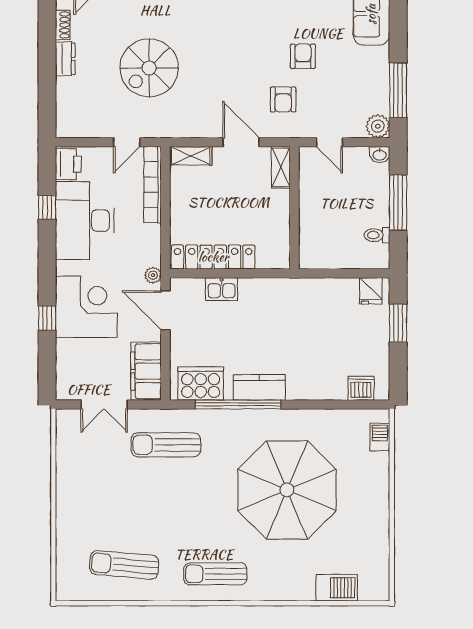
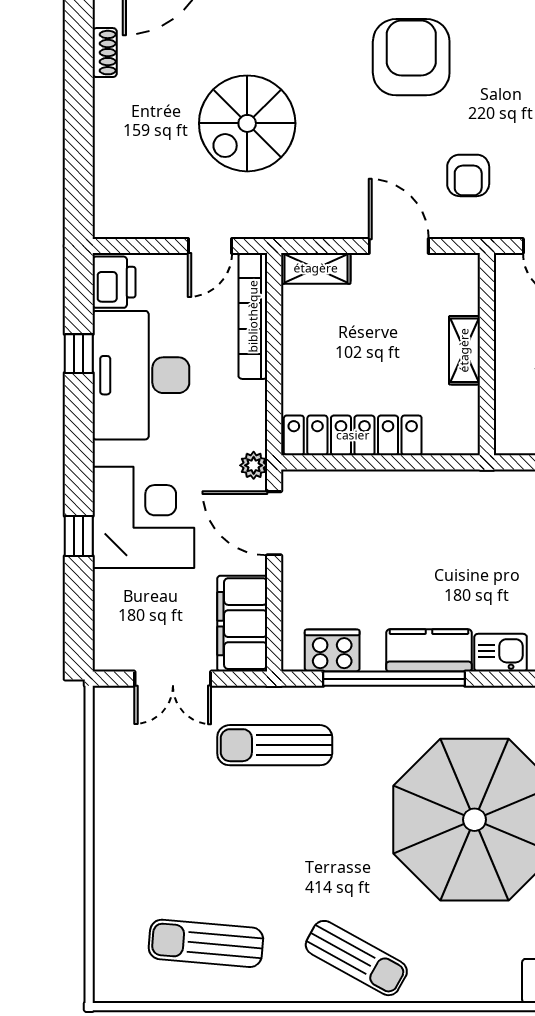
armchair: (303, 56) -> (411, 57), moved, width x1.88, depth x1.88
dresser: (65, 59) -> (109, 108), removed
shelving: (281, 167) -> (464, 350), moved
kitchen sink: (222, 289) -> (501, 653), moved, turned 180
cooker: (201, 383) -> (332, 651), width x0.73, depth x0.76
sun lounger: (215, 574) -> (356, 958), turned -151

